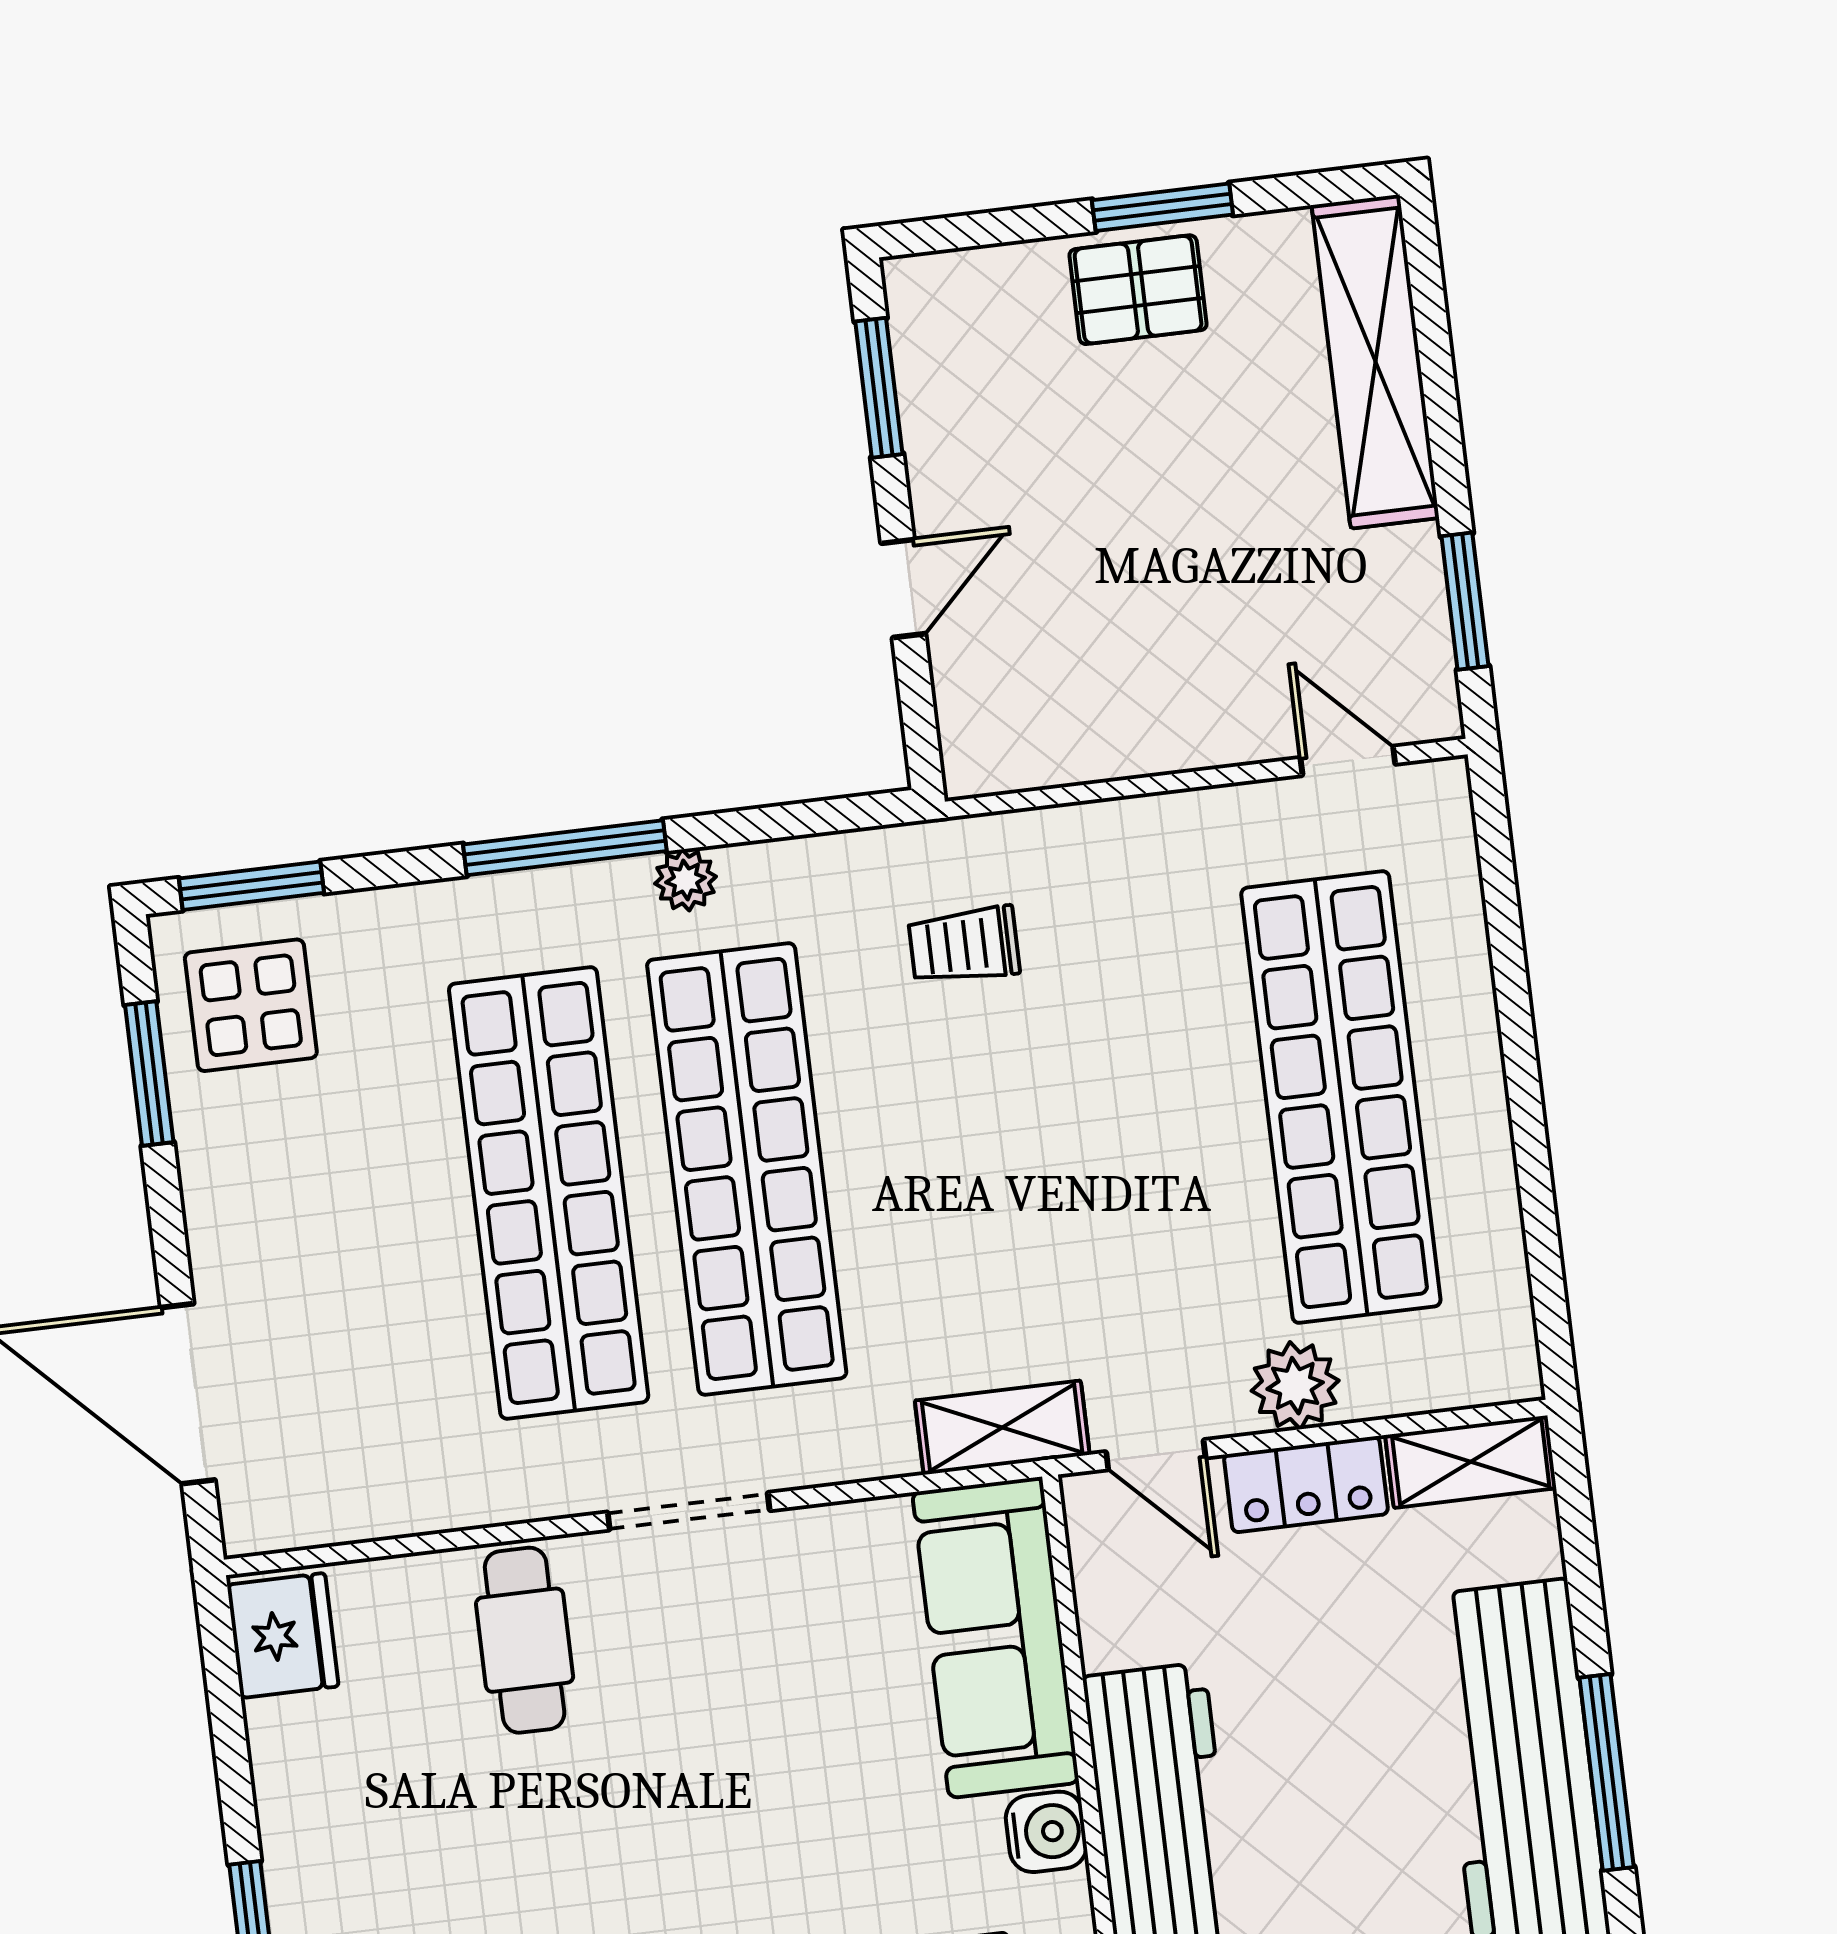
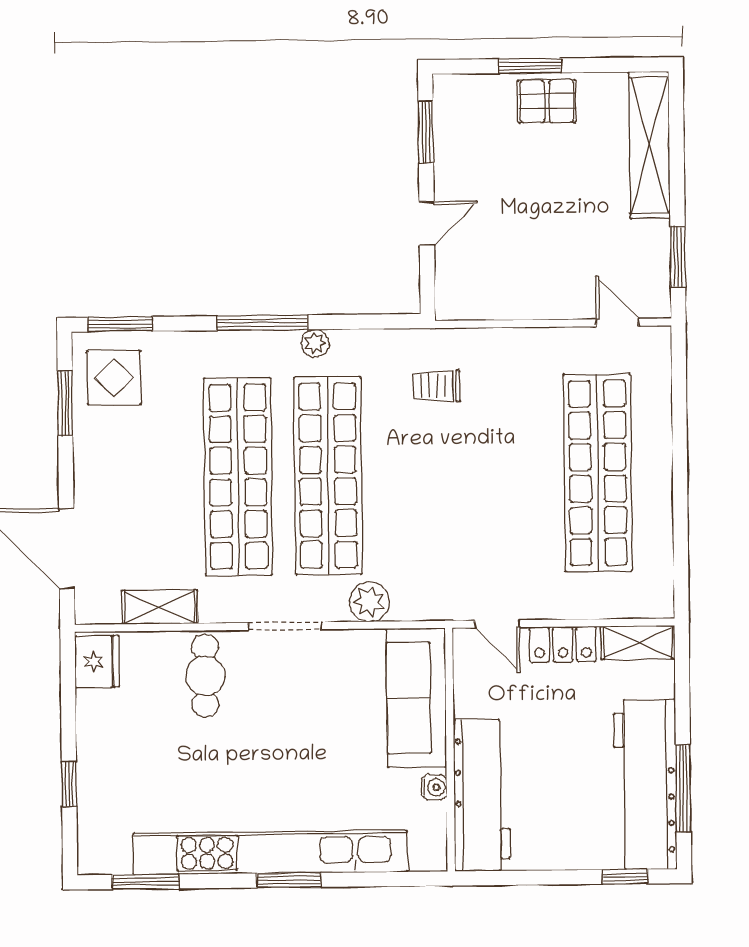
window: (1162, 207) -> (530, 66), moved
plant: (1295, 1386) -> (369, 602), moved
shelving: (1002, 1428) -> (160, 607), moved
water cooler: (1046, 1832) -> (434, 787), width x0.72, depth x0.72

